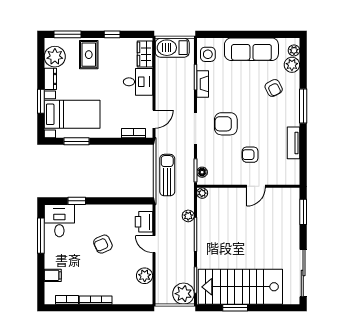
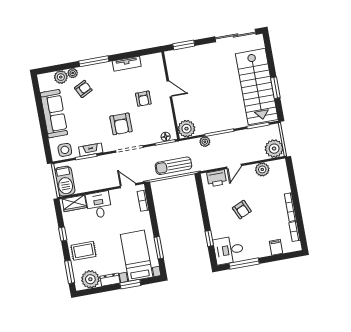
plant: (294, 50) -> (73, 73), moved
plant: (202, 193) -> (187, 129), width x1.88, depth x1.88
plant: (183, 294) -> (274, 149), moved

